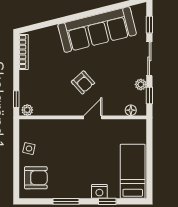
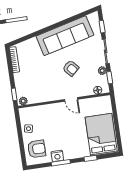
armchair: (83, 82) -> (71, 68), moved
door: (93, 117) -> (71, 99), swing flipped
bed: (133, 171) -> (101, 135), width x1.50
nightstand: (99, 191) -> (57, 156), moved

